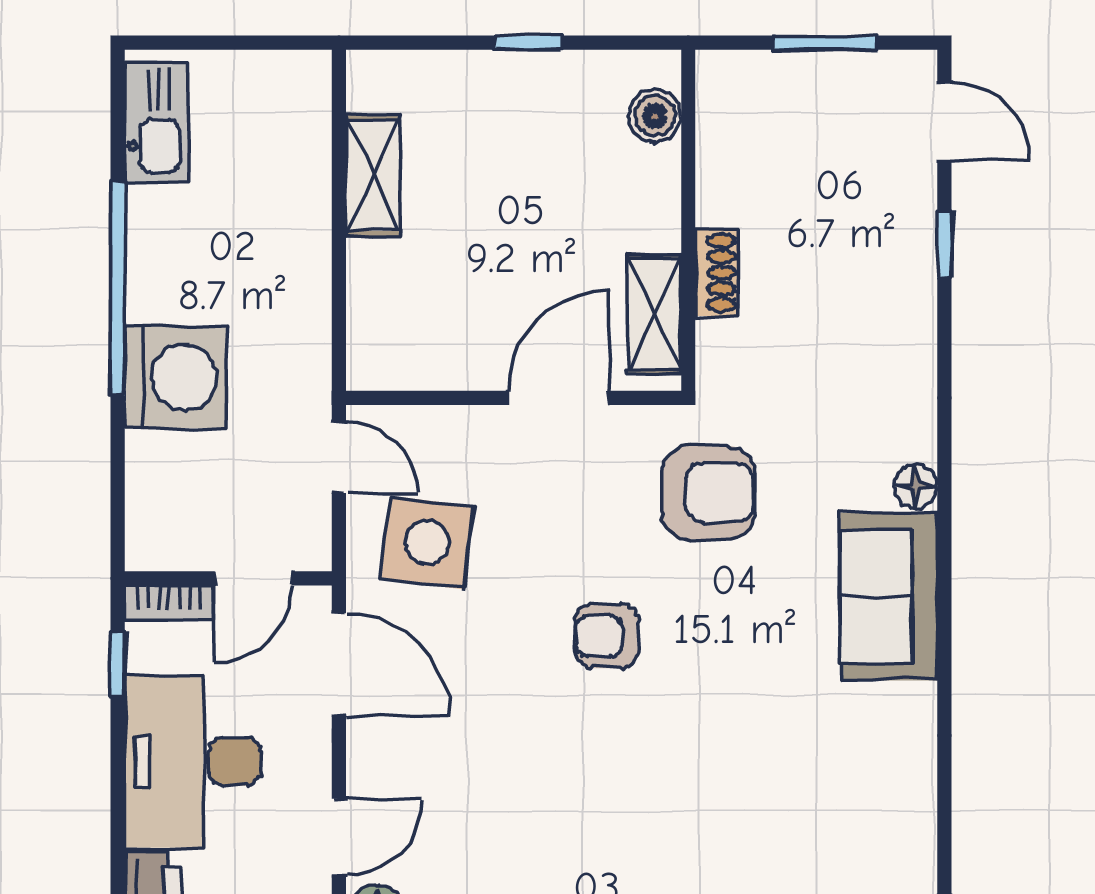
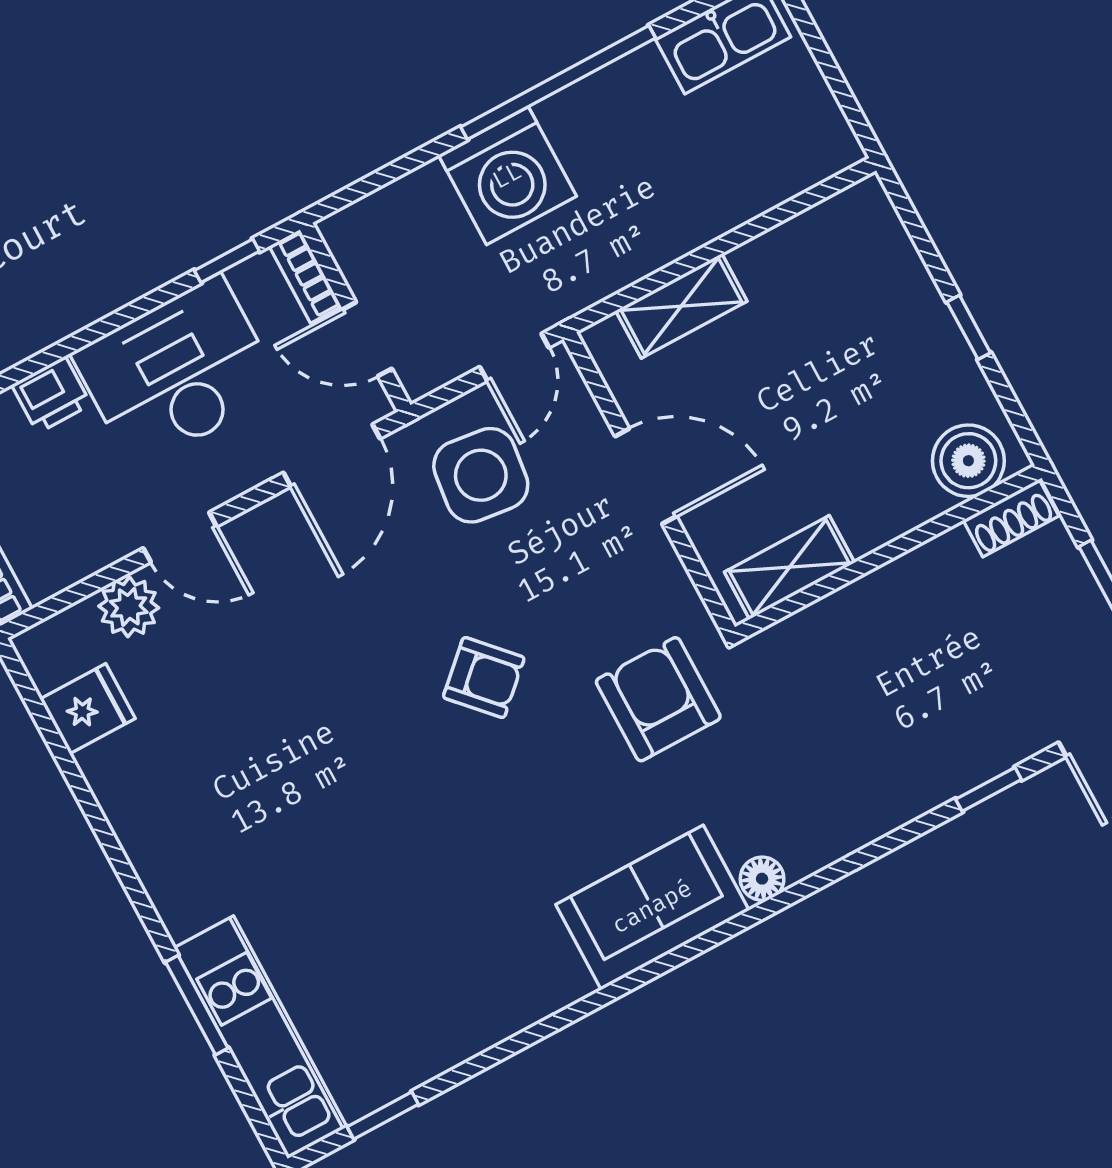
boiler: (655, 116) -> (968, 461), width x1.36, depth x1.36
shelving: (373, 175) -> (681, 306), moved
shoe rack: (716, 273) -> (1011, 518), moved
door: (558, 398) -> (646, 476), moved
armchair: (708, 492) -> (658, 699), turned 180
armchair: (607, 636) -> (484, 677), turned 137

